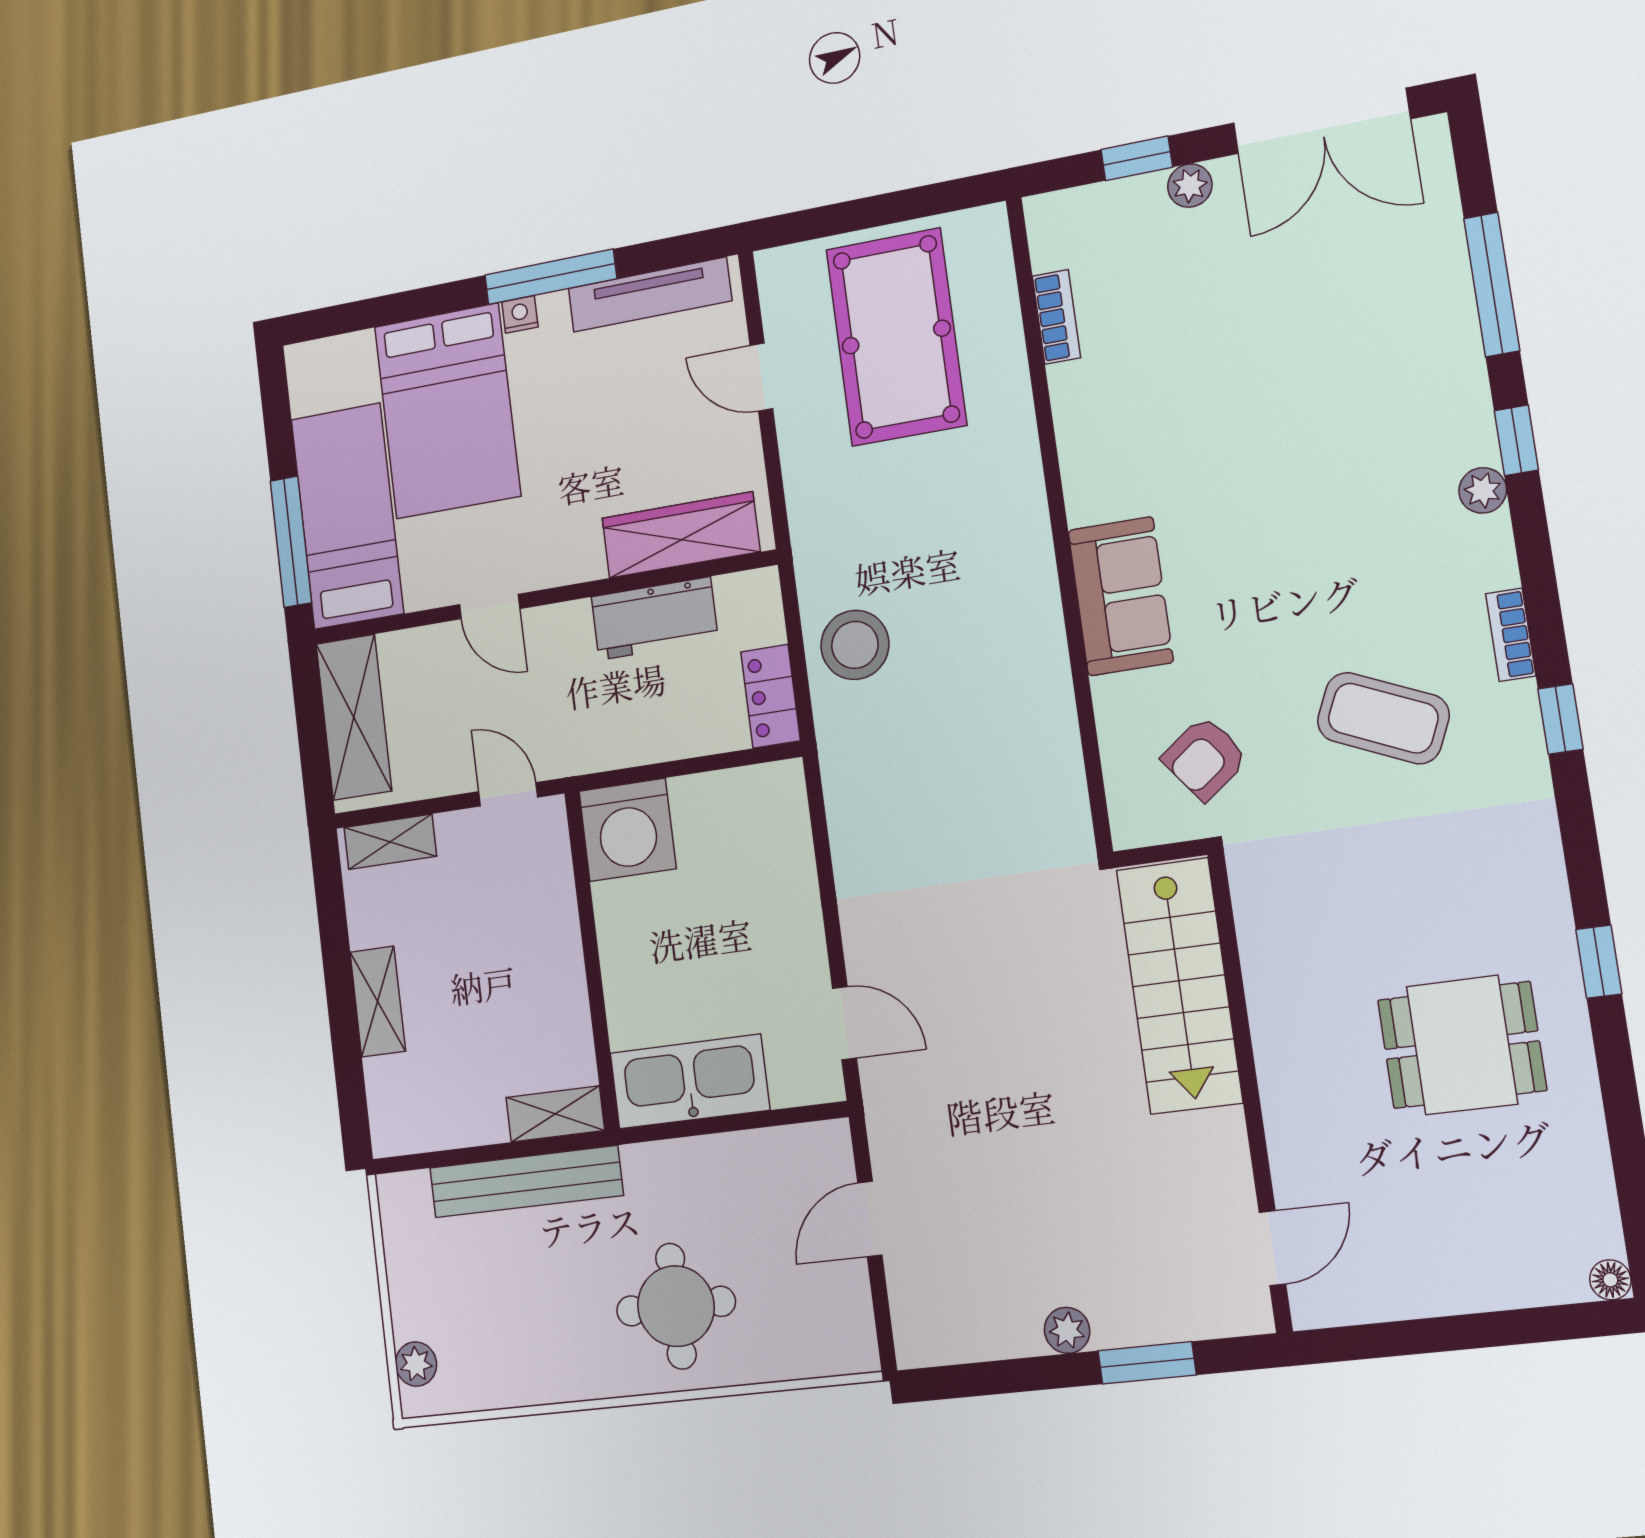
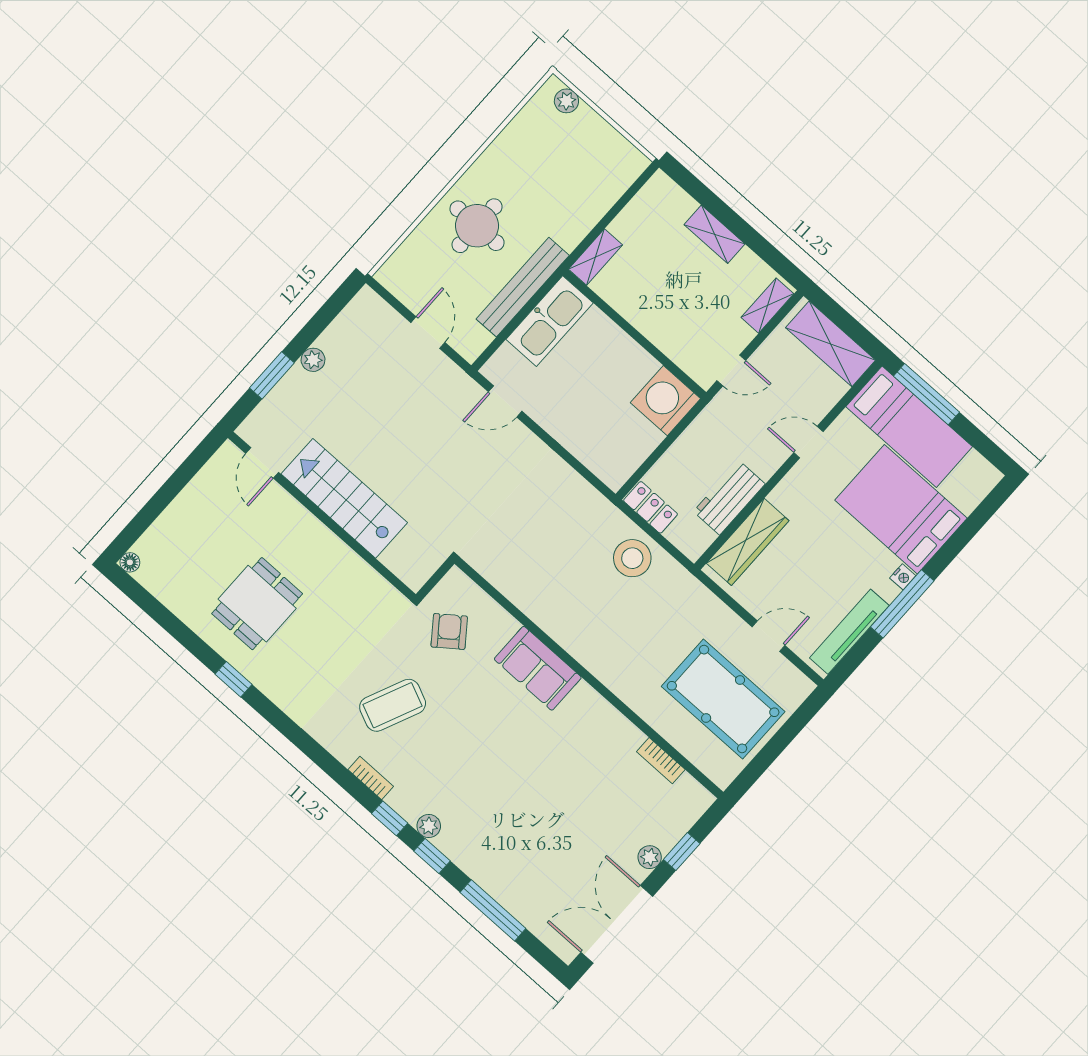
window: (1560, 719) -> (390, 818), moved
stairs: (1179, 986) -> (344, 498), moved
bench: (526, 1182) -> (523, 287), moved

